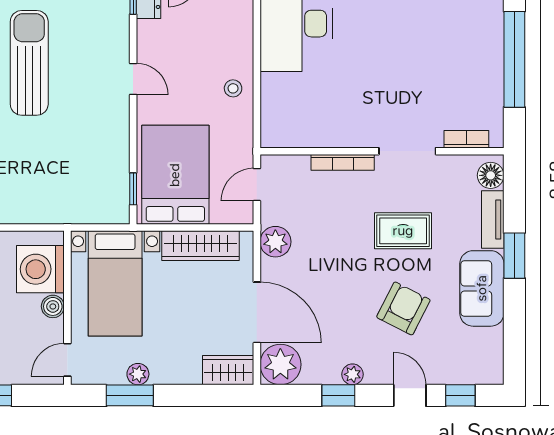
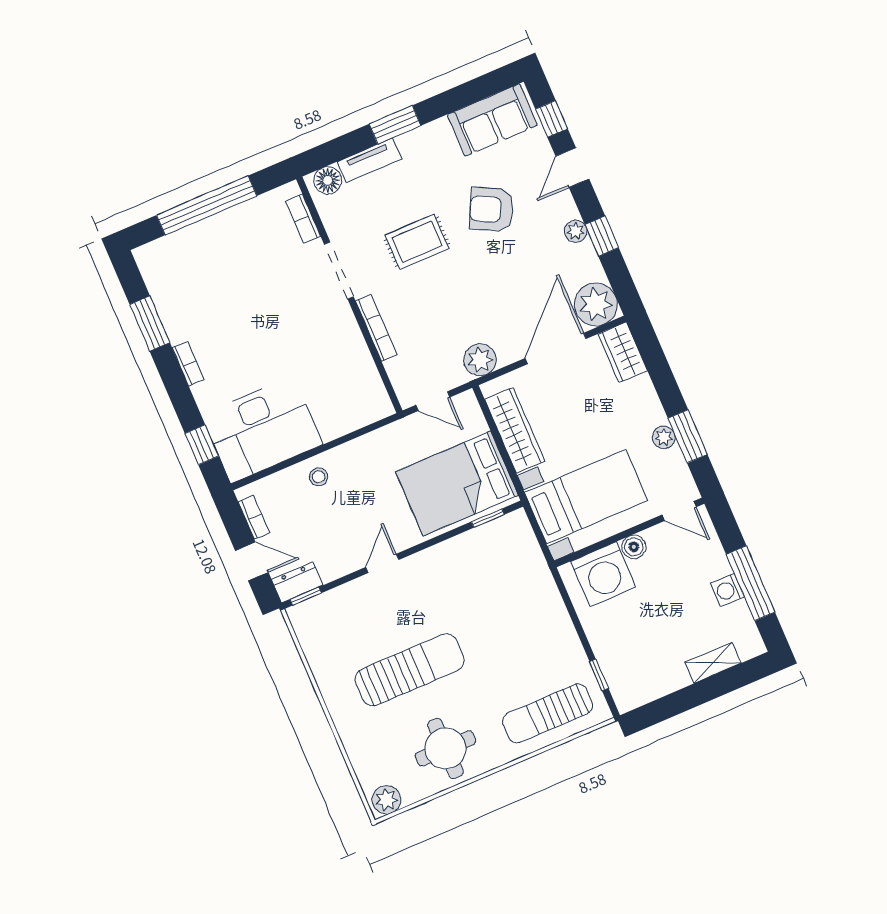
sun lounger: (29, 63) -> (410, 670), turned 180
stool: (233, 88) -> (319, 477), moved
rug: (403, 231) -> (417, 242), turned 90
sofa: (482, 288) -> (492, 120), moved

